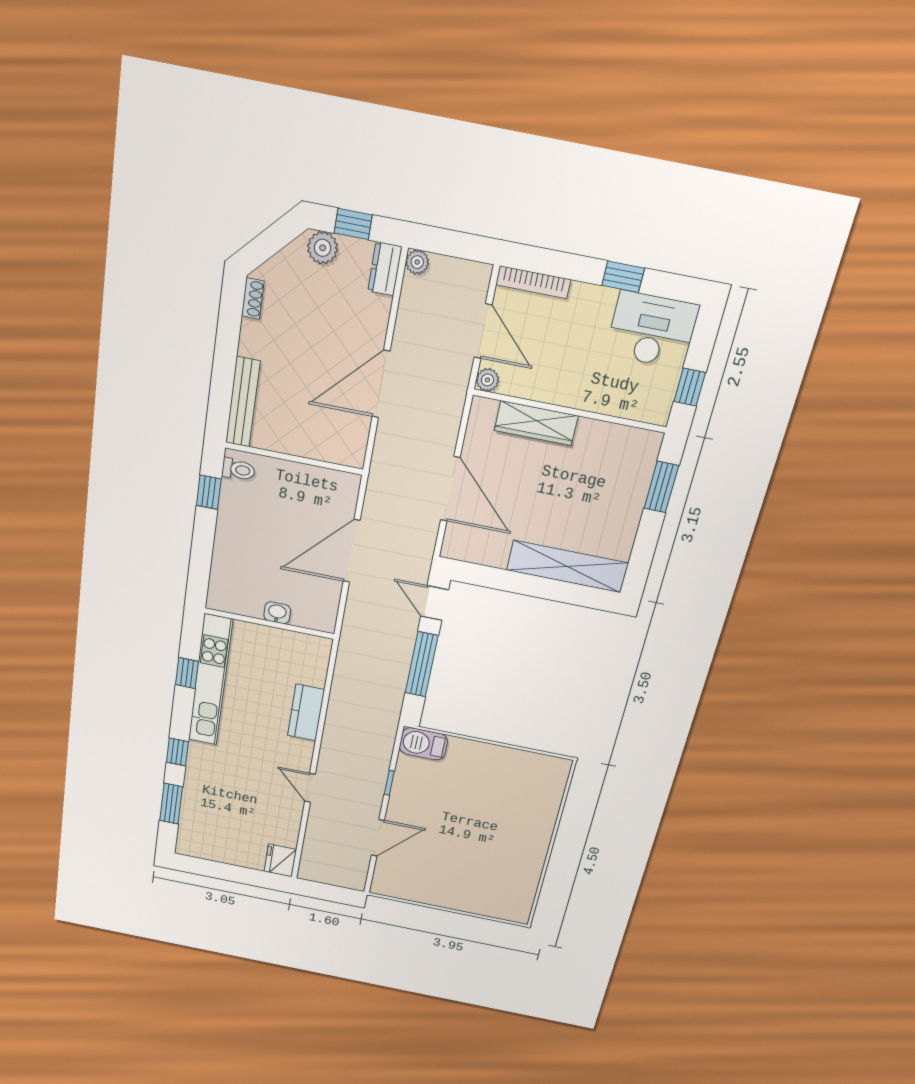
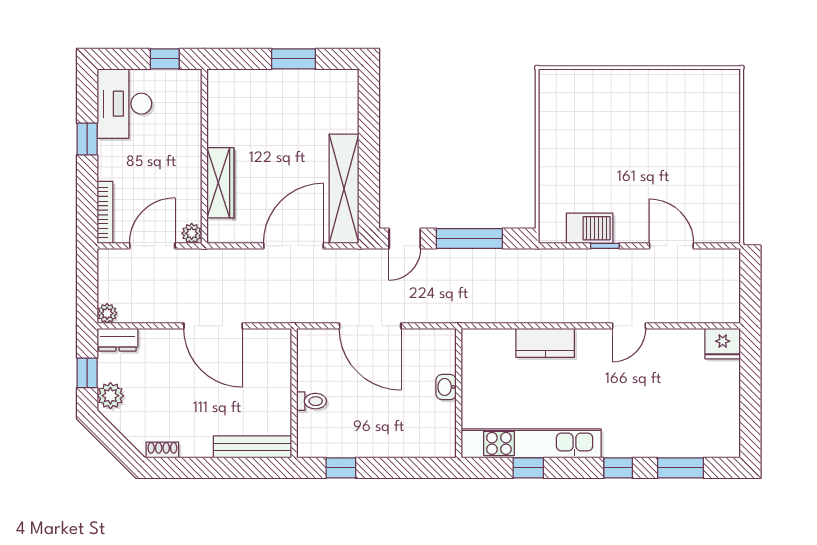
toilet: (238, 470) -> (312, 401), moved, turned 90
window: (661, 487) -> (293, 59), moved
shelving: (567, 567) -> (344, 189), moved
barbecue: (423, 744) -> (590, 228), moved, turned -90

